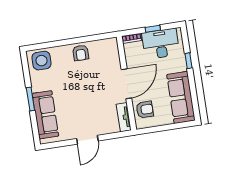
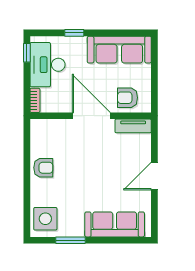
window: (153, 29) -> (27, 53), moved
window: (30, 99) -> (71, 240), moved
armchair: (145, 110) -> (128, 98), turned -90
door: (87, 140) -> (154, 176), swing flipped

